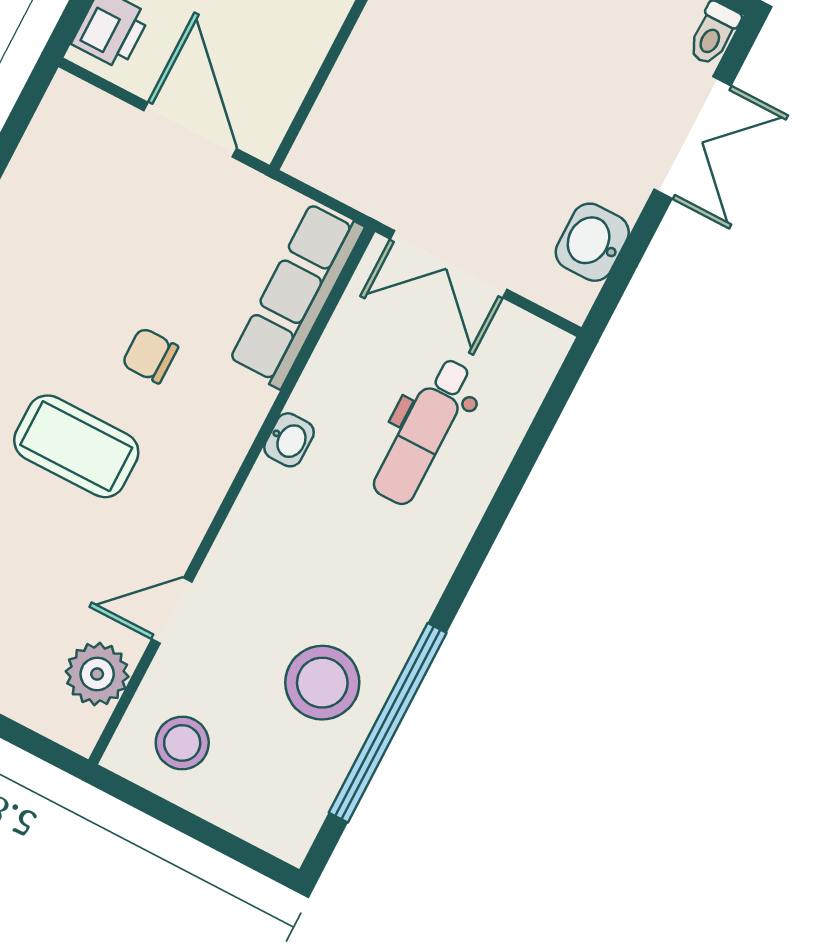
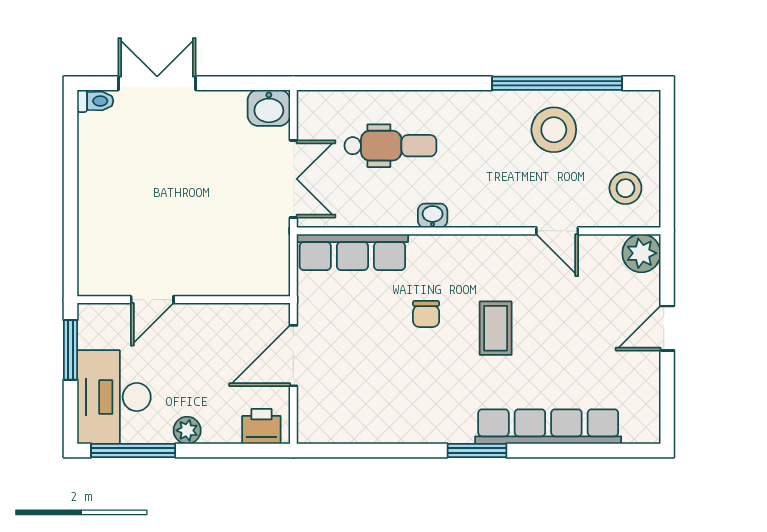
washbasin: (592, 242) -> (269, 108), moved
coffee table: (76, 446) -> (496, 328), width x0.73, depth x0.77
plant: (97, 674) -> (641, 253), moved

